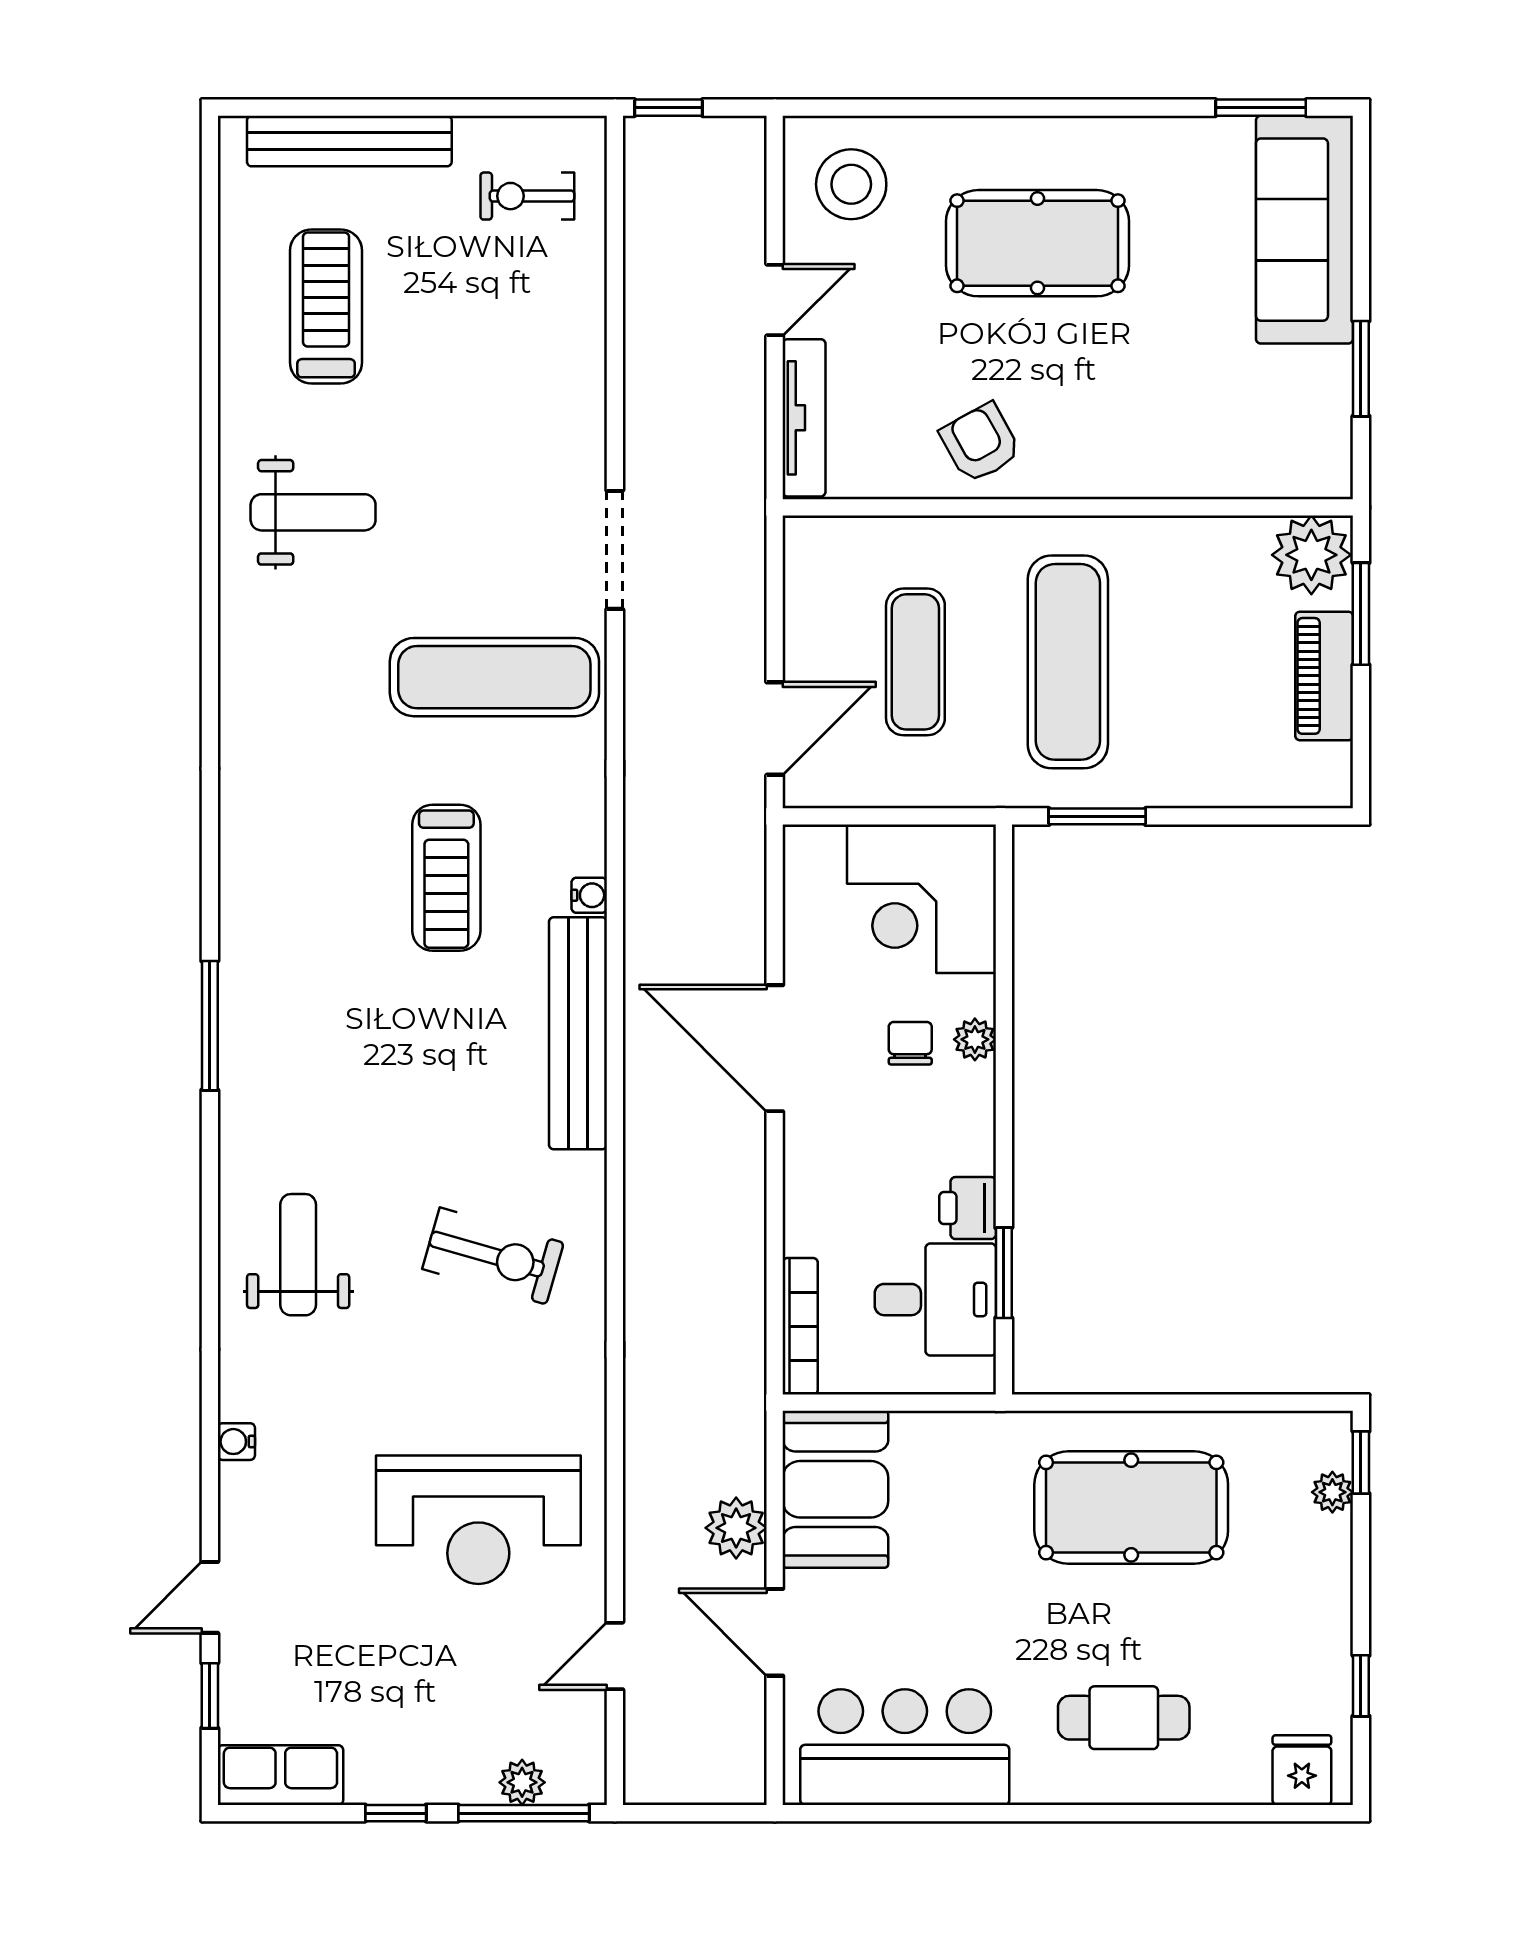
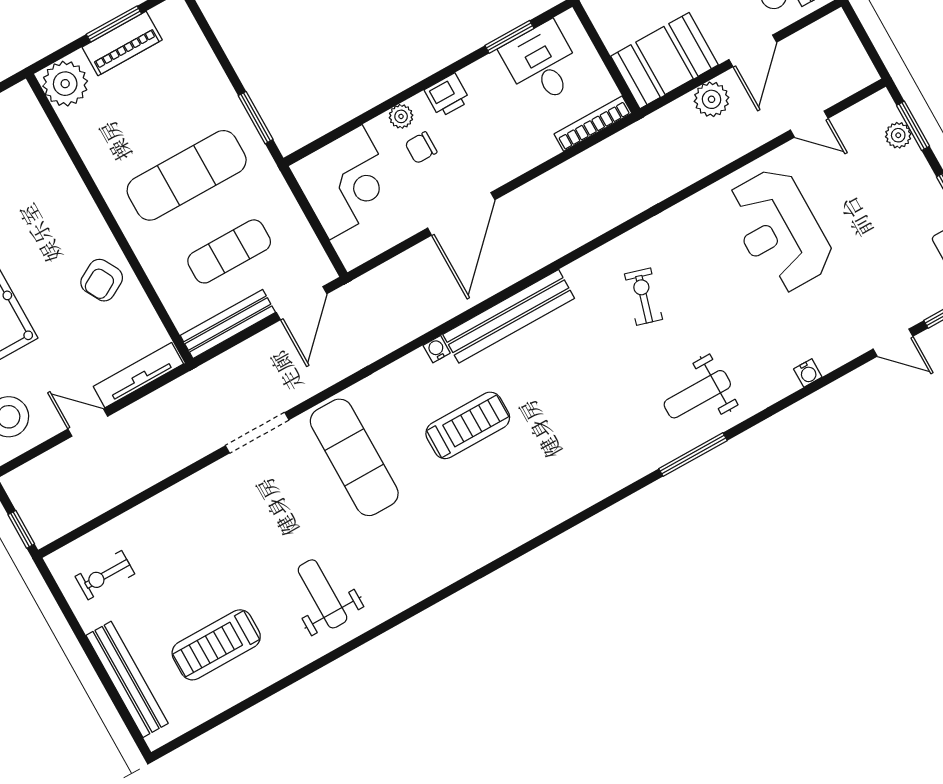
exercise bike: (527, 196) -> (105, 575), turned 90
bench: (806, 598) -> (228, 324), added
window: (1361, 614) -> (114, 24), moved
door: (775, 729) -> (302, 303), swing flipped
window: (210, 1026) -> (693, 455), moved
printer: (968, 1208) -> (447, 95), moved
exercise bike: (493, 1256) -> (644, 297), width x0.73, depth x0.72
reception desk: (478, 1520) -> (779, 230), turned 180
window: (524, 1813) -> (913, 126), width x0.69

